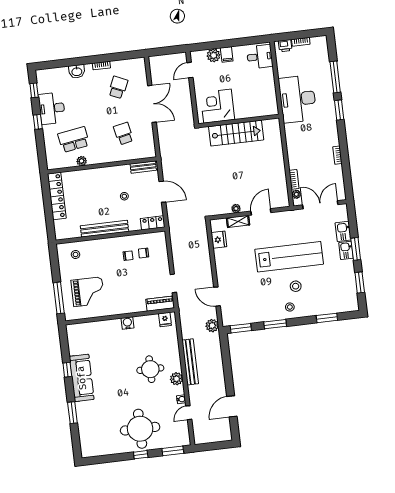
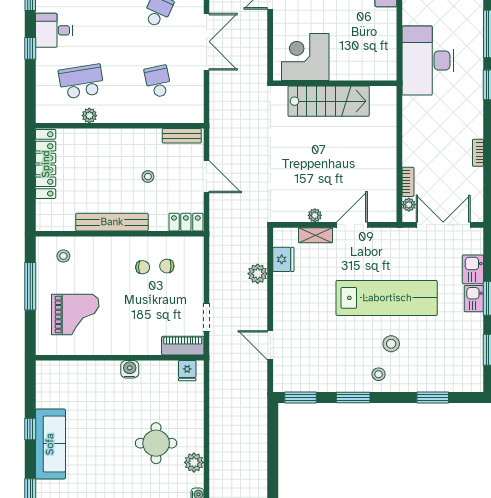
desk: (52, 108) -> (54, 30), width x0.73
window: (59, 298) -> (30, 286), moved
plant: (212, 326) -> (258, 274), moved
bench: (190, 362) -> (218, 439), removed

